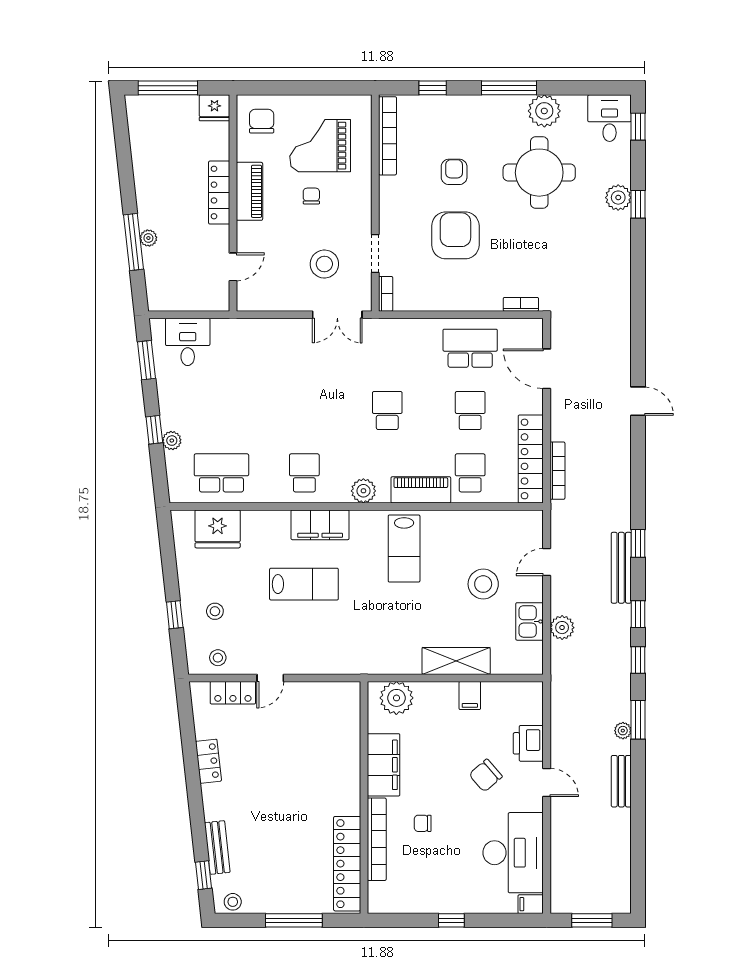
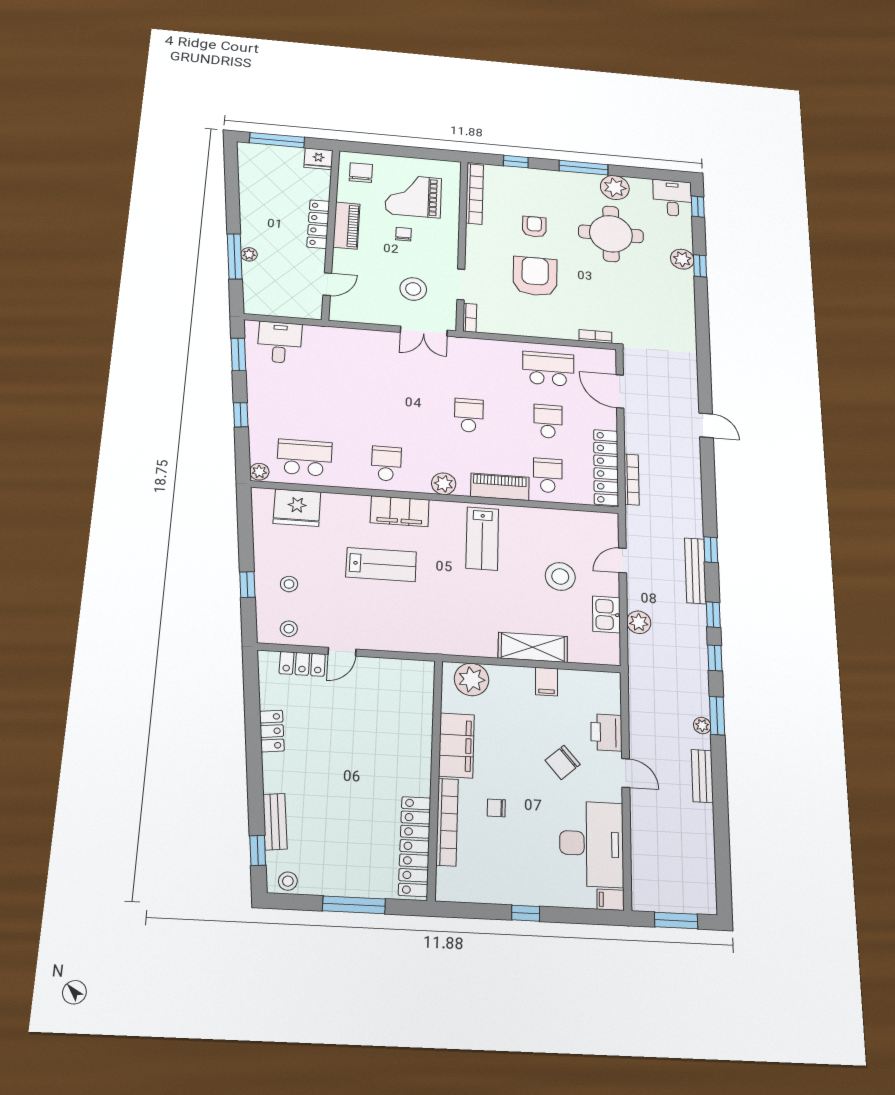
plant: (172, 441) -> (259, 472), moved

